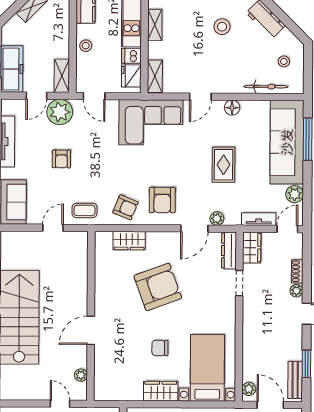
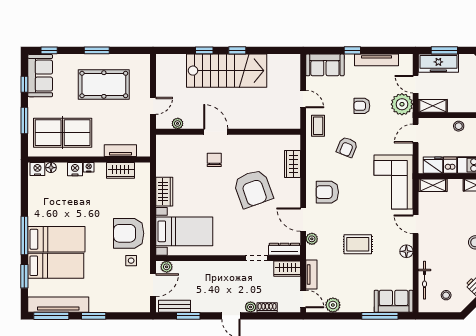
sofa: (287, 142) -> (394, 301), width x0.54, depth x0.79
armchair: (125, 207) -> (347, 147), moved
chair: (160, 348) -> (214, 160), moved

